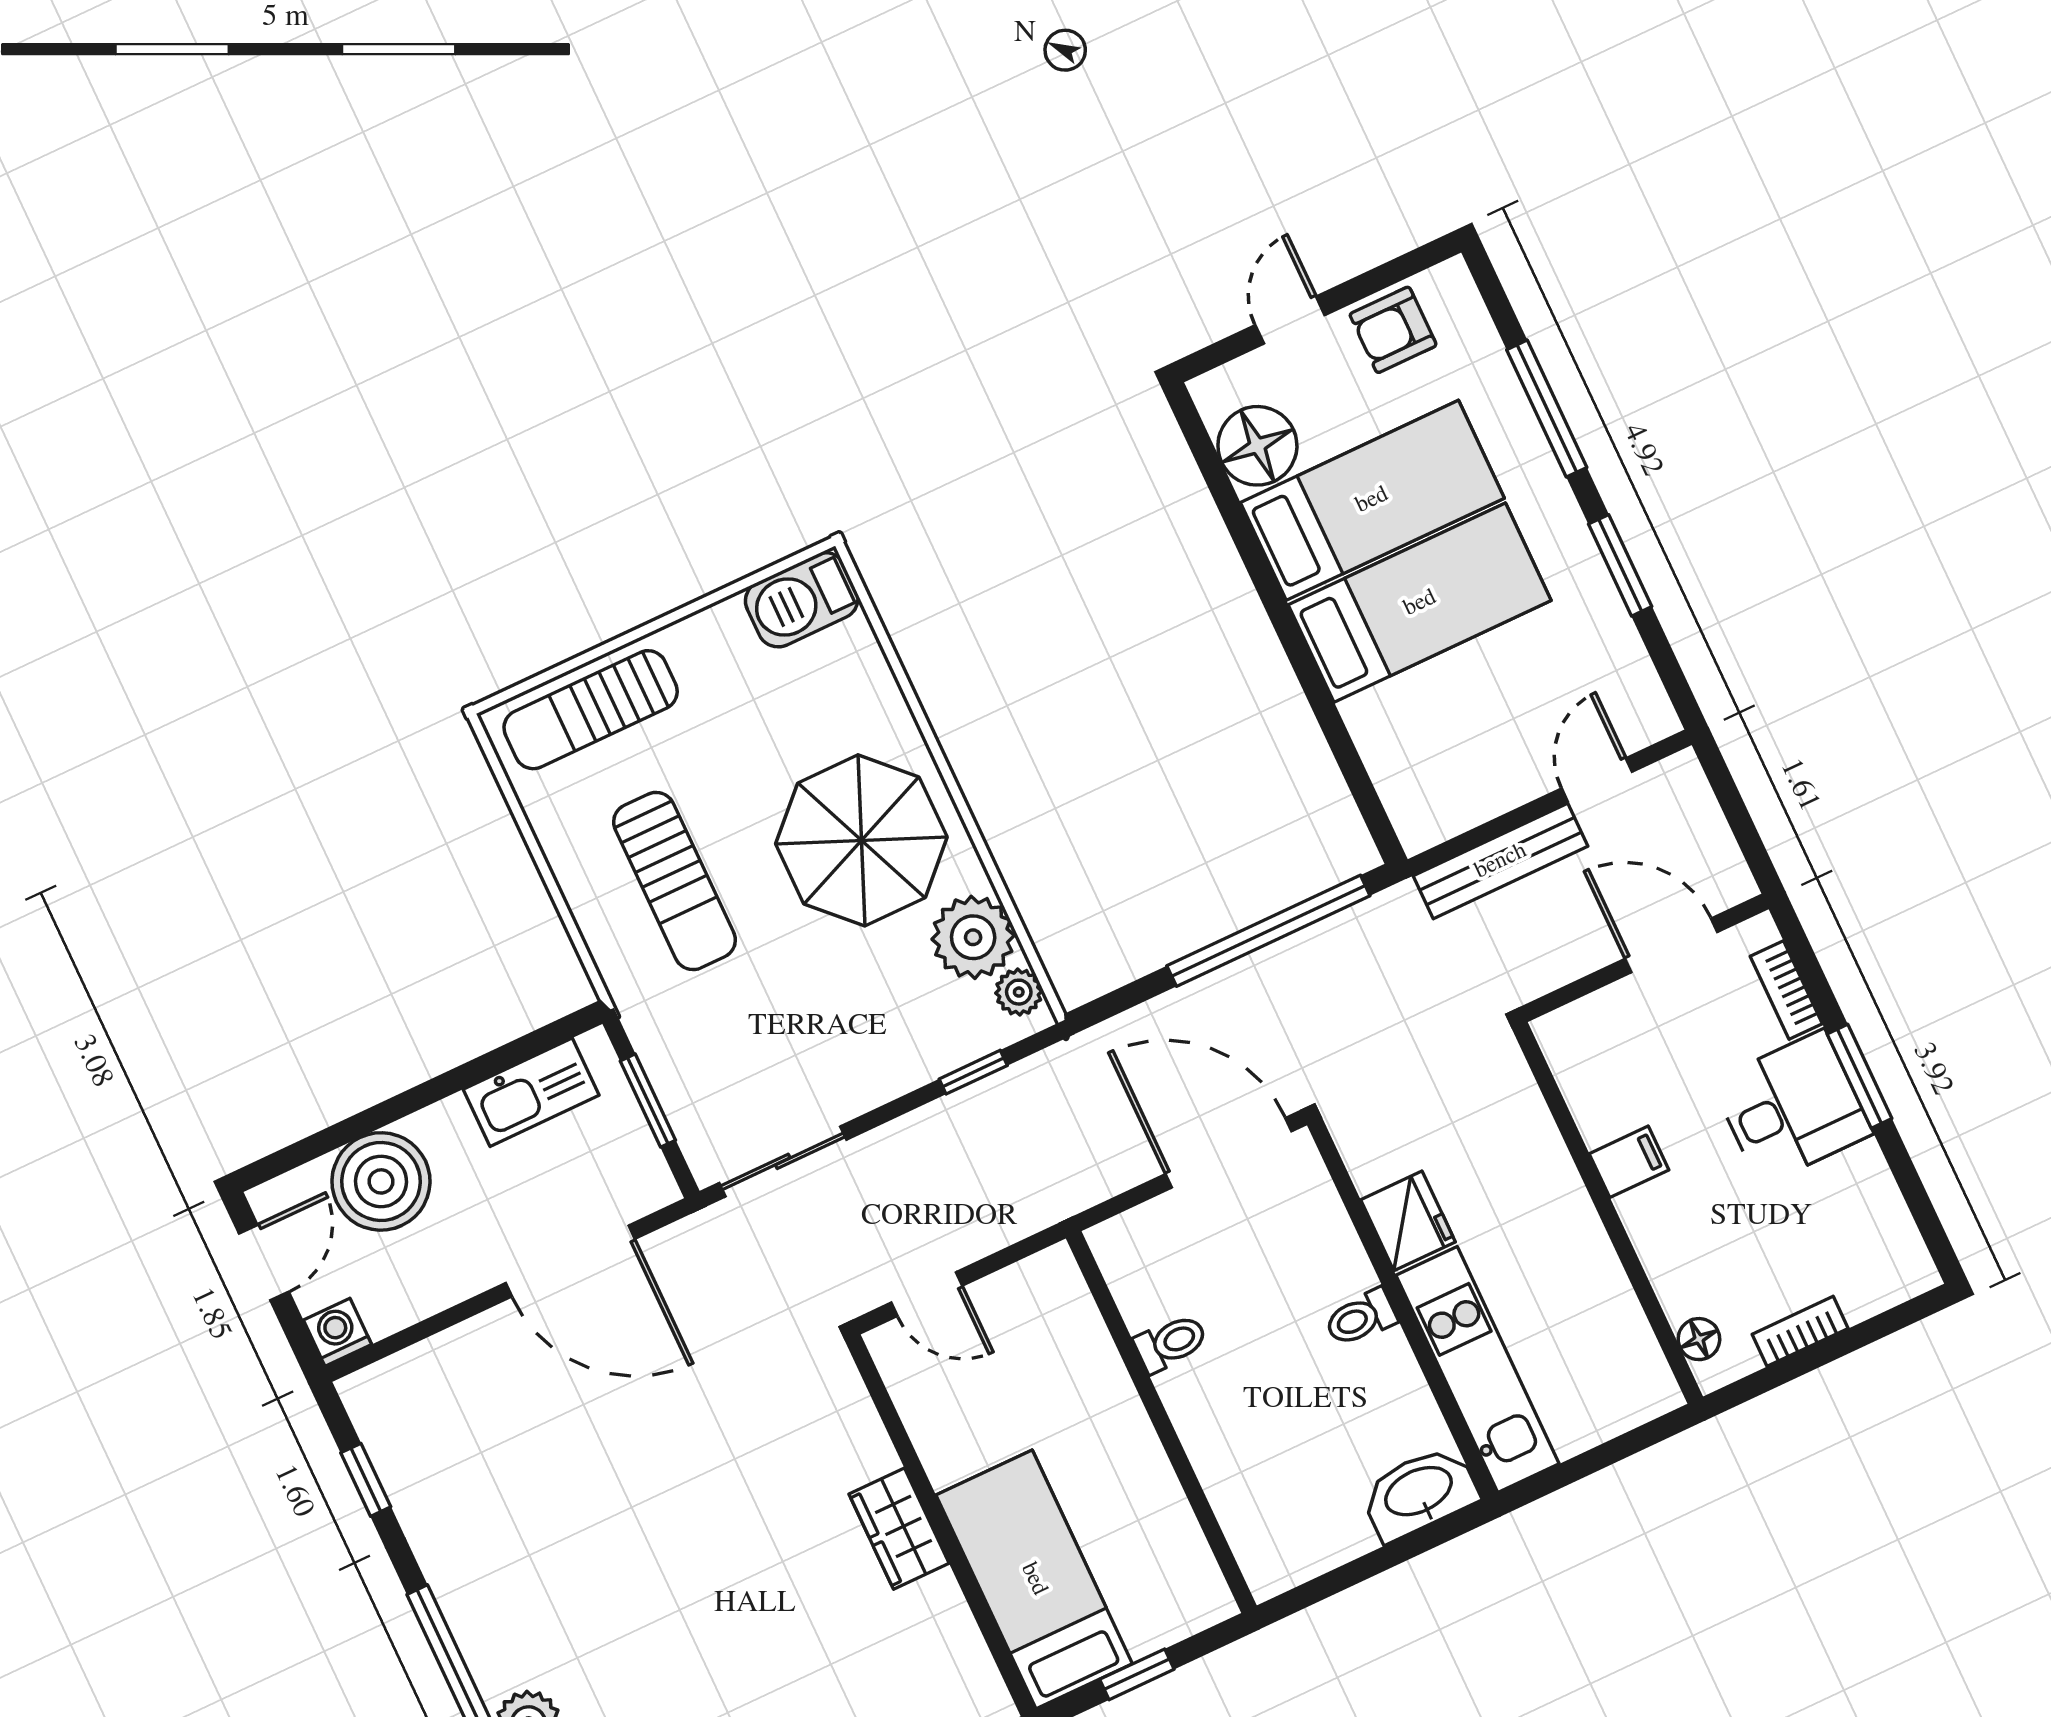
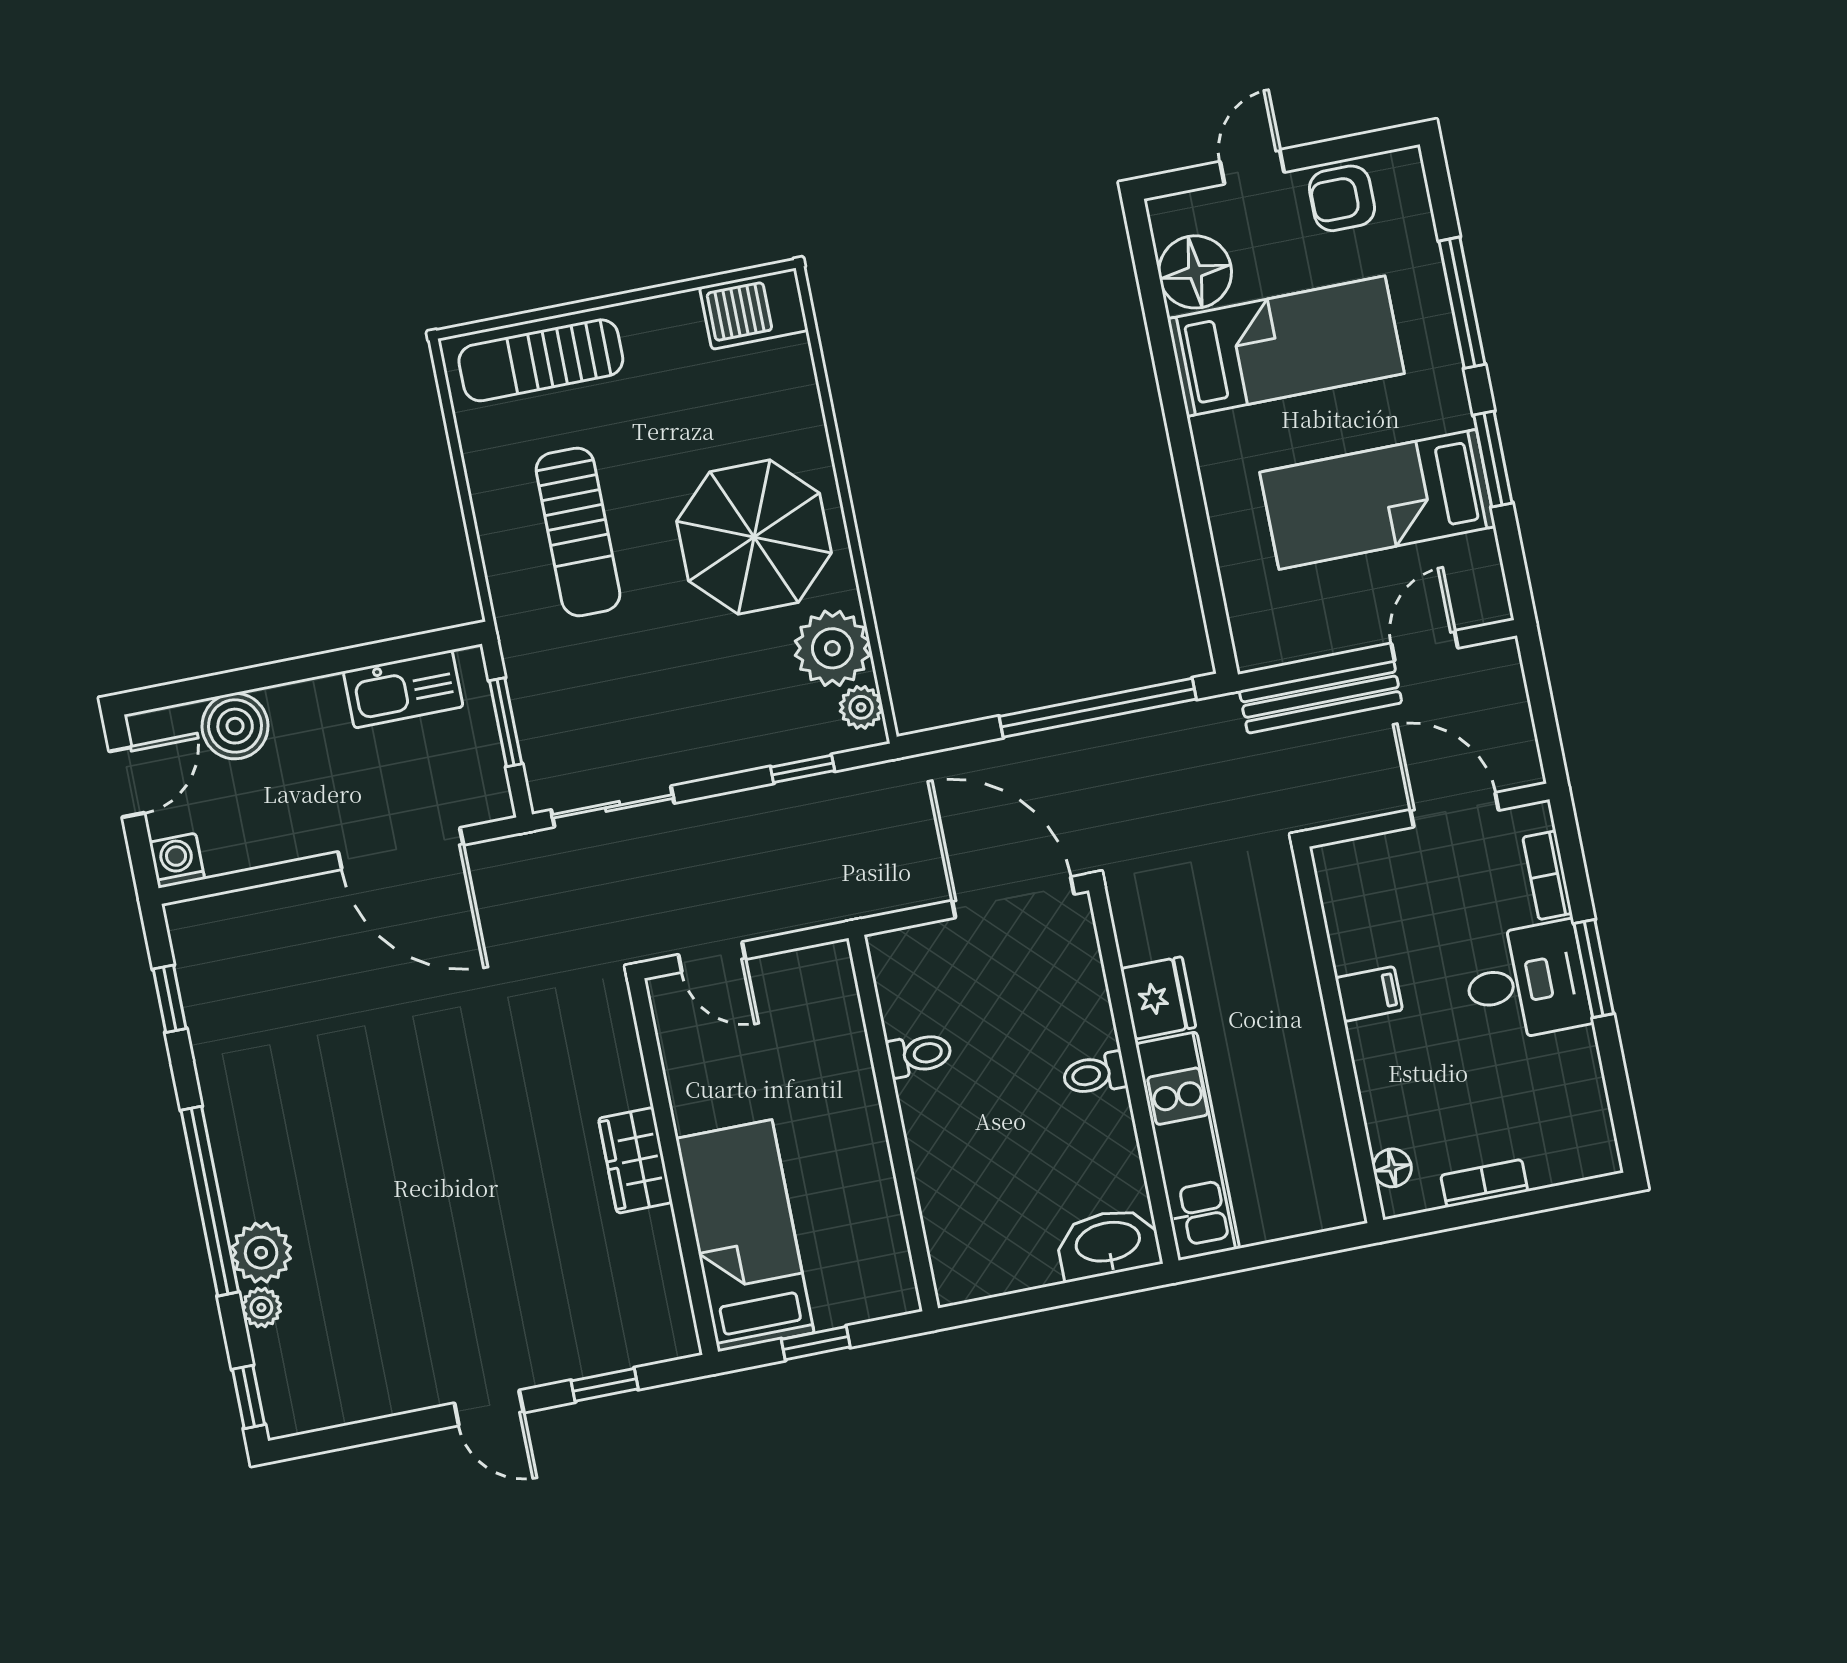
bed: (1420, 603) -> (1378, 499), moved, turned 180
boiler: (381, 1181) -> (235, 726), width x0.73, depth x0.73

